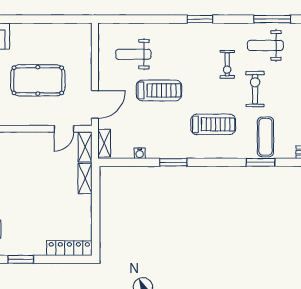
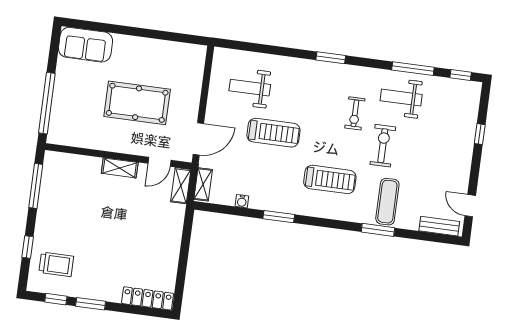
shelving: (85, 179) -> (120, 168), moved, turned 90

